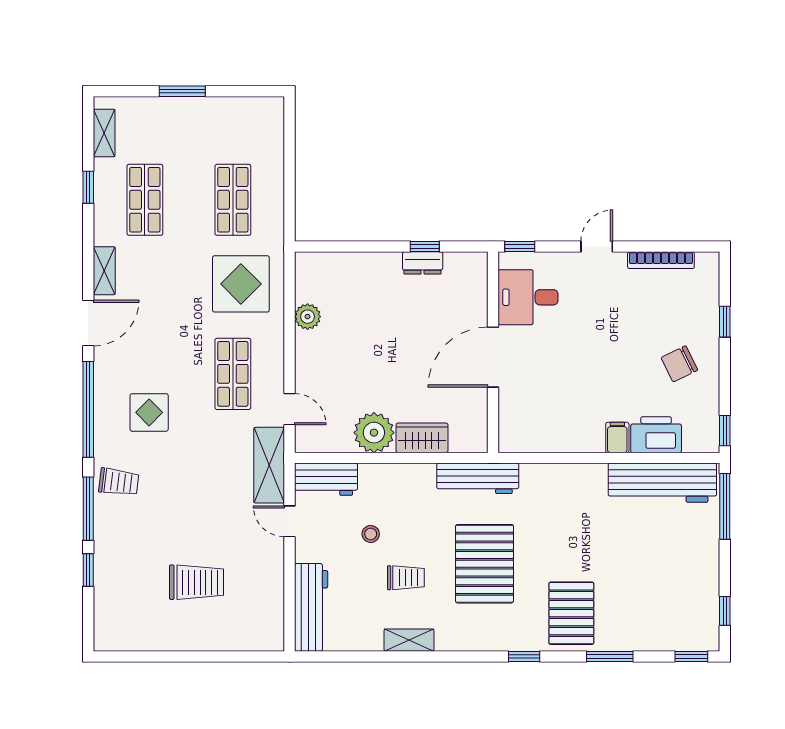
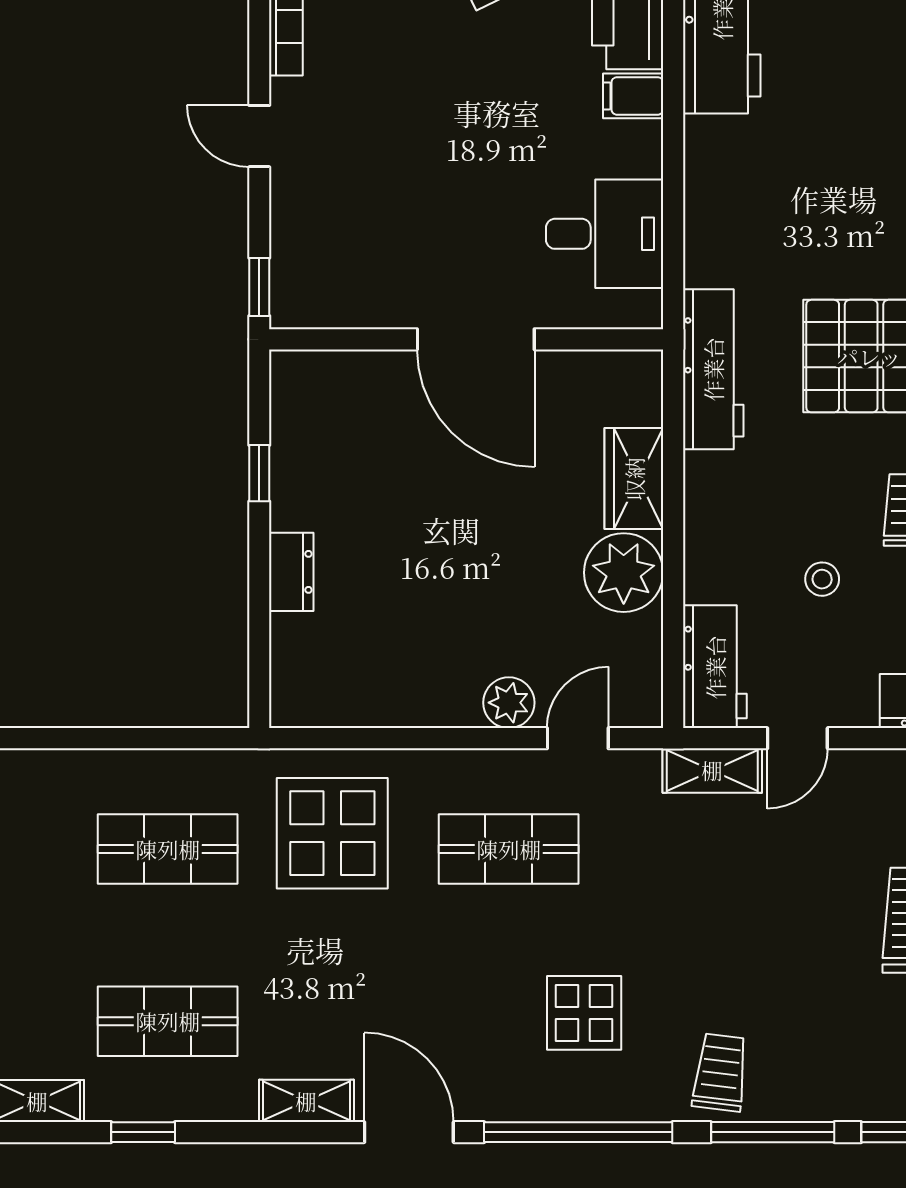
dresser: (423, 263) -> (291, 572), moved
desk: (528, 297) -> (605, 234), moved, turned -90
plant: (308, 317) -> (509, 703), moved
shelving: (269, 465) -> (712, 770), width x0.67, depth x0.75

